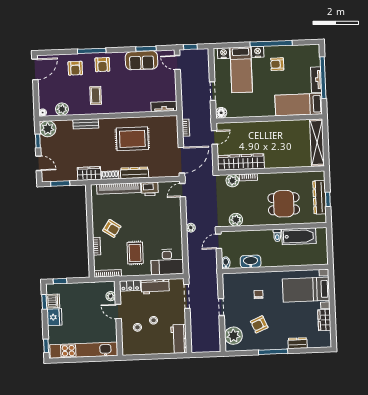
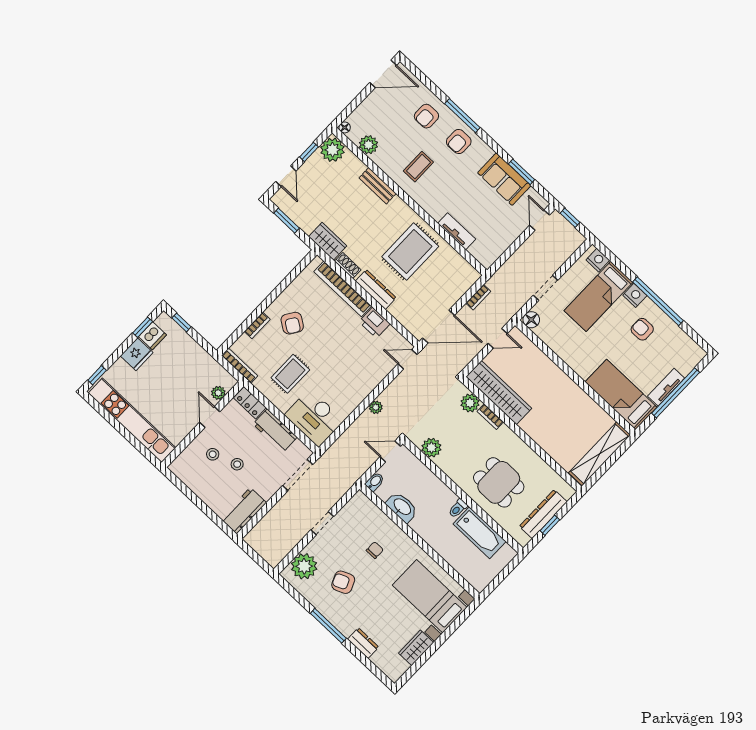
tv unit: (164, 106) -> (457, 231), moved
rug: (132, 139) -> (410, 251), turned 90

